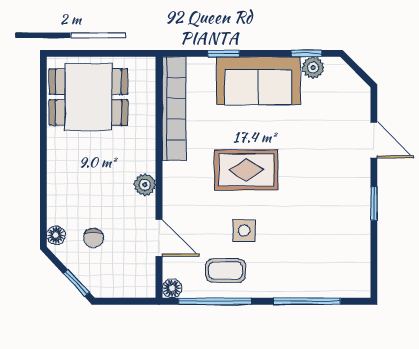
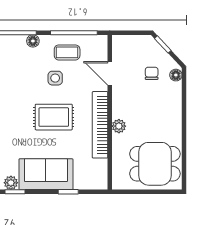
bookcase: (174, 109) -> (100, 125), moved
plant: (145, 185) -> (119, 126), moved
floor lamp: (172, 288) -> (33, 41), moved

